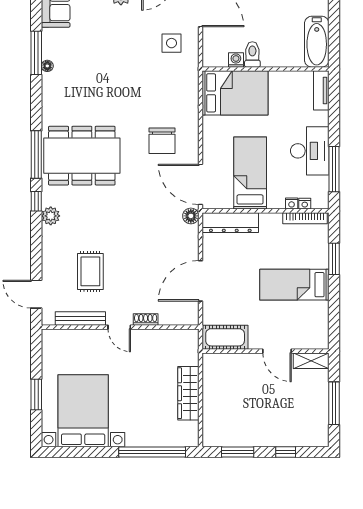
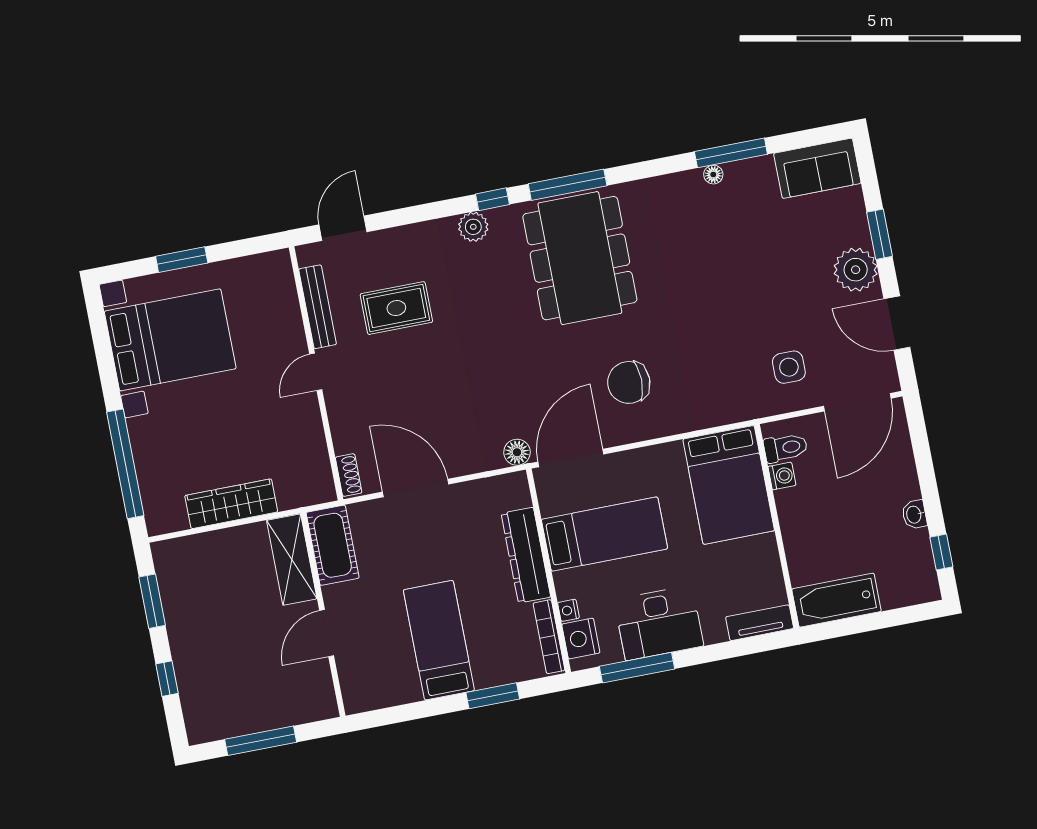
toilet: (252, 54) -> (786, 448), moved
nightstand: (305, 204) -> (581, 639), width x1.89, depth x1.79
dresser: (230, 223) -> (526, 555), moved
shoe rack: (146, 320) -> (349, 475), moved
shelving: (311, 361) -> (292, 560), moved, width x1.50, depth x1.33

